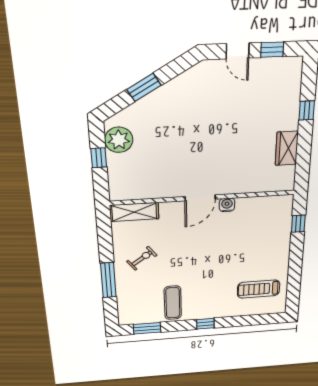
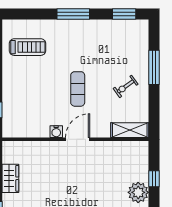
exercise mat: (173, 303) -> (78, 89), moved
window: (205, 324) -> (73, 14), width x2.17

